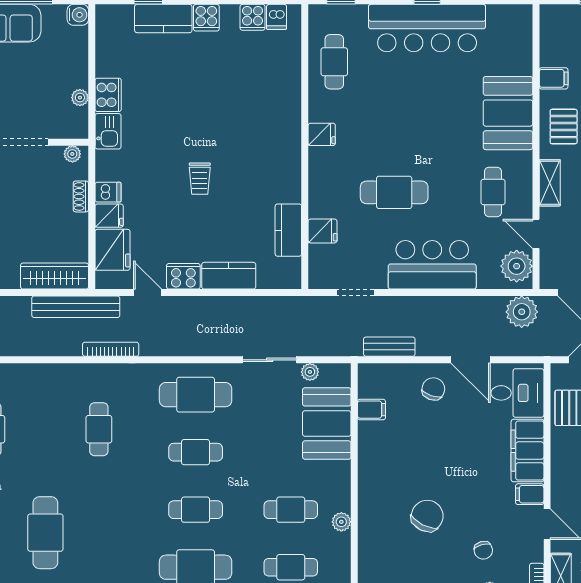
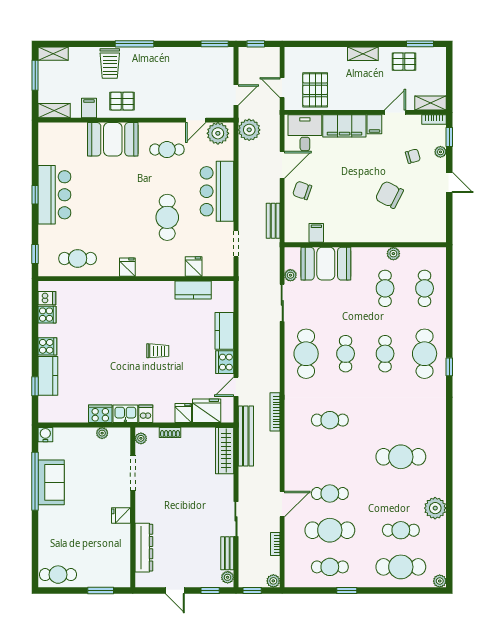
bar counter: (427, 28) -> (54, 195), width x0.73
shelving: (550, 183) -> (54, 111), moved
dishwasher: (108, 192) -> (146, 414), moved

